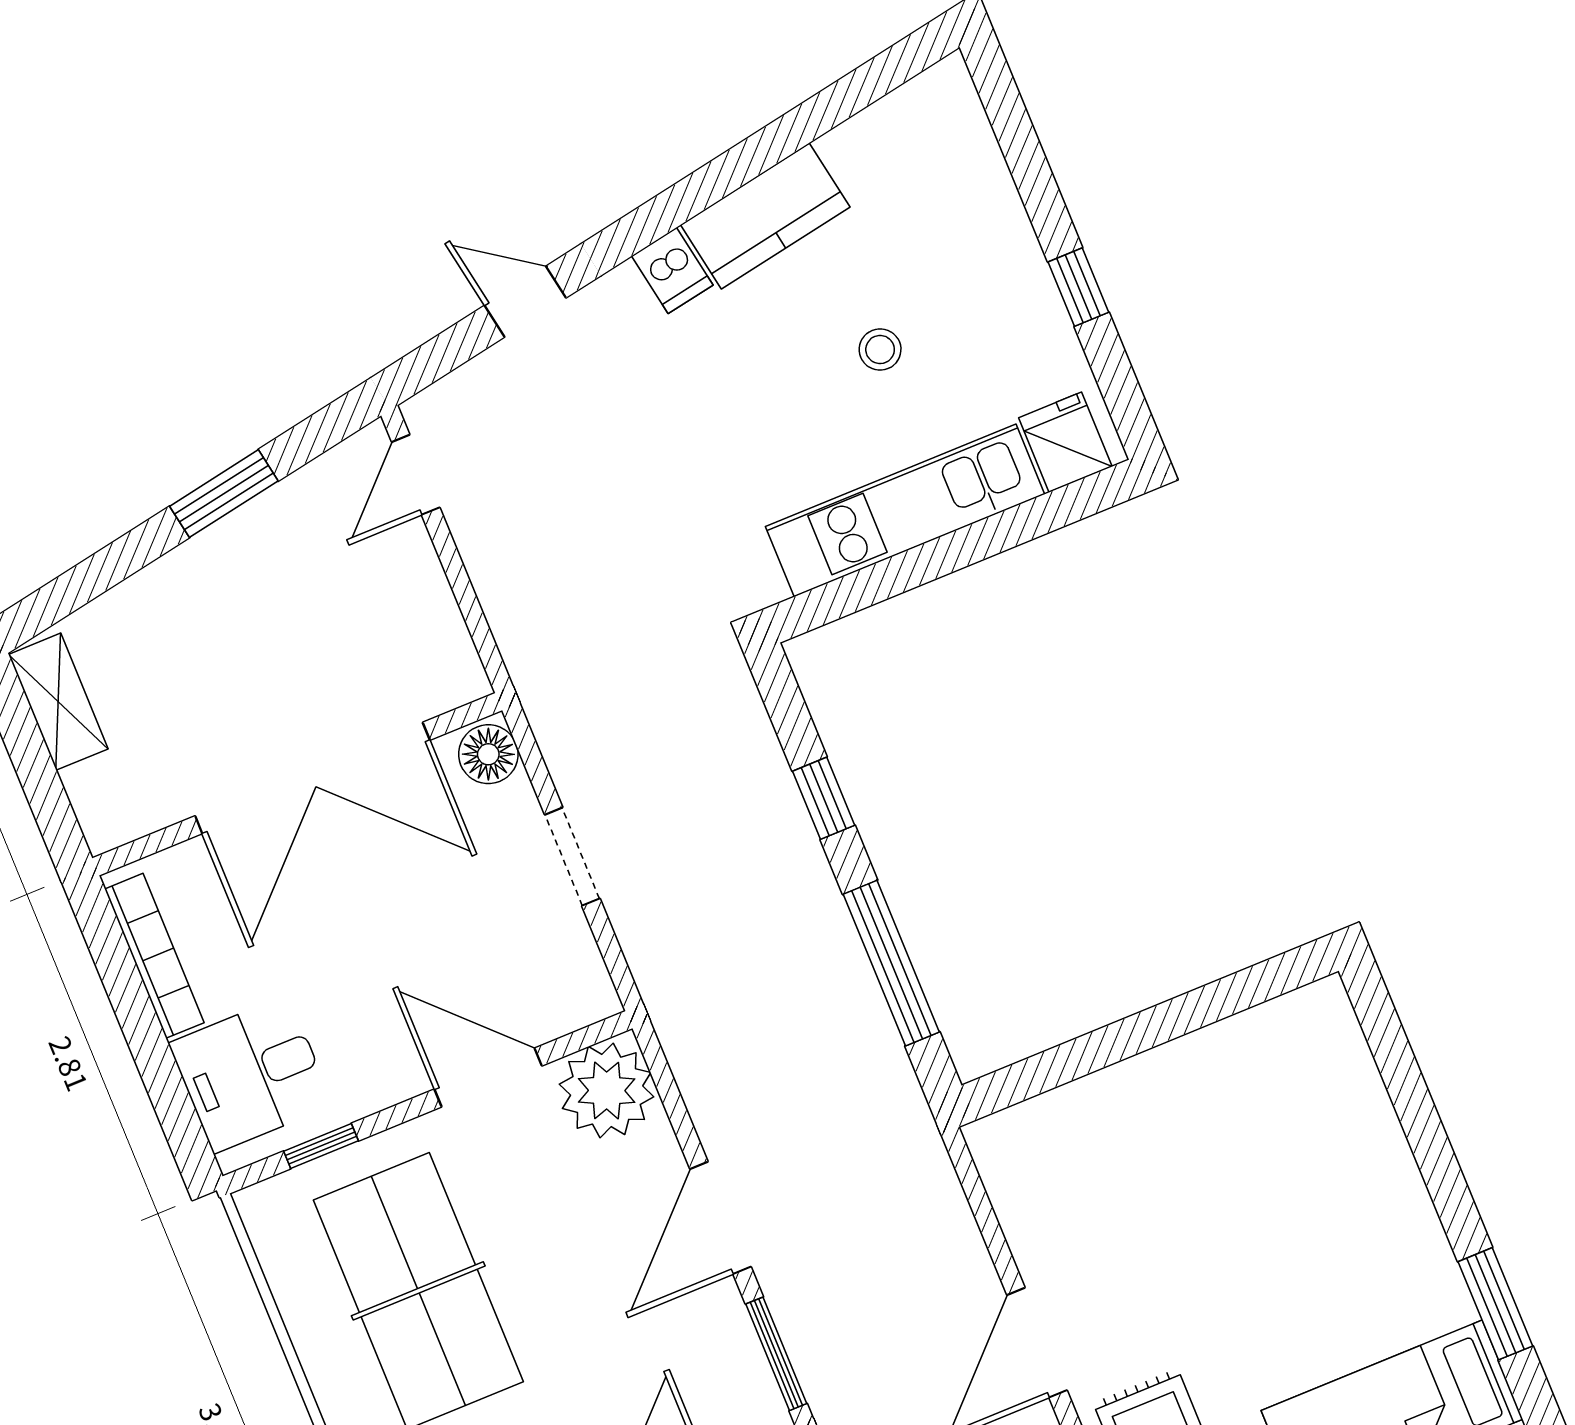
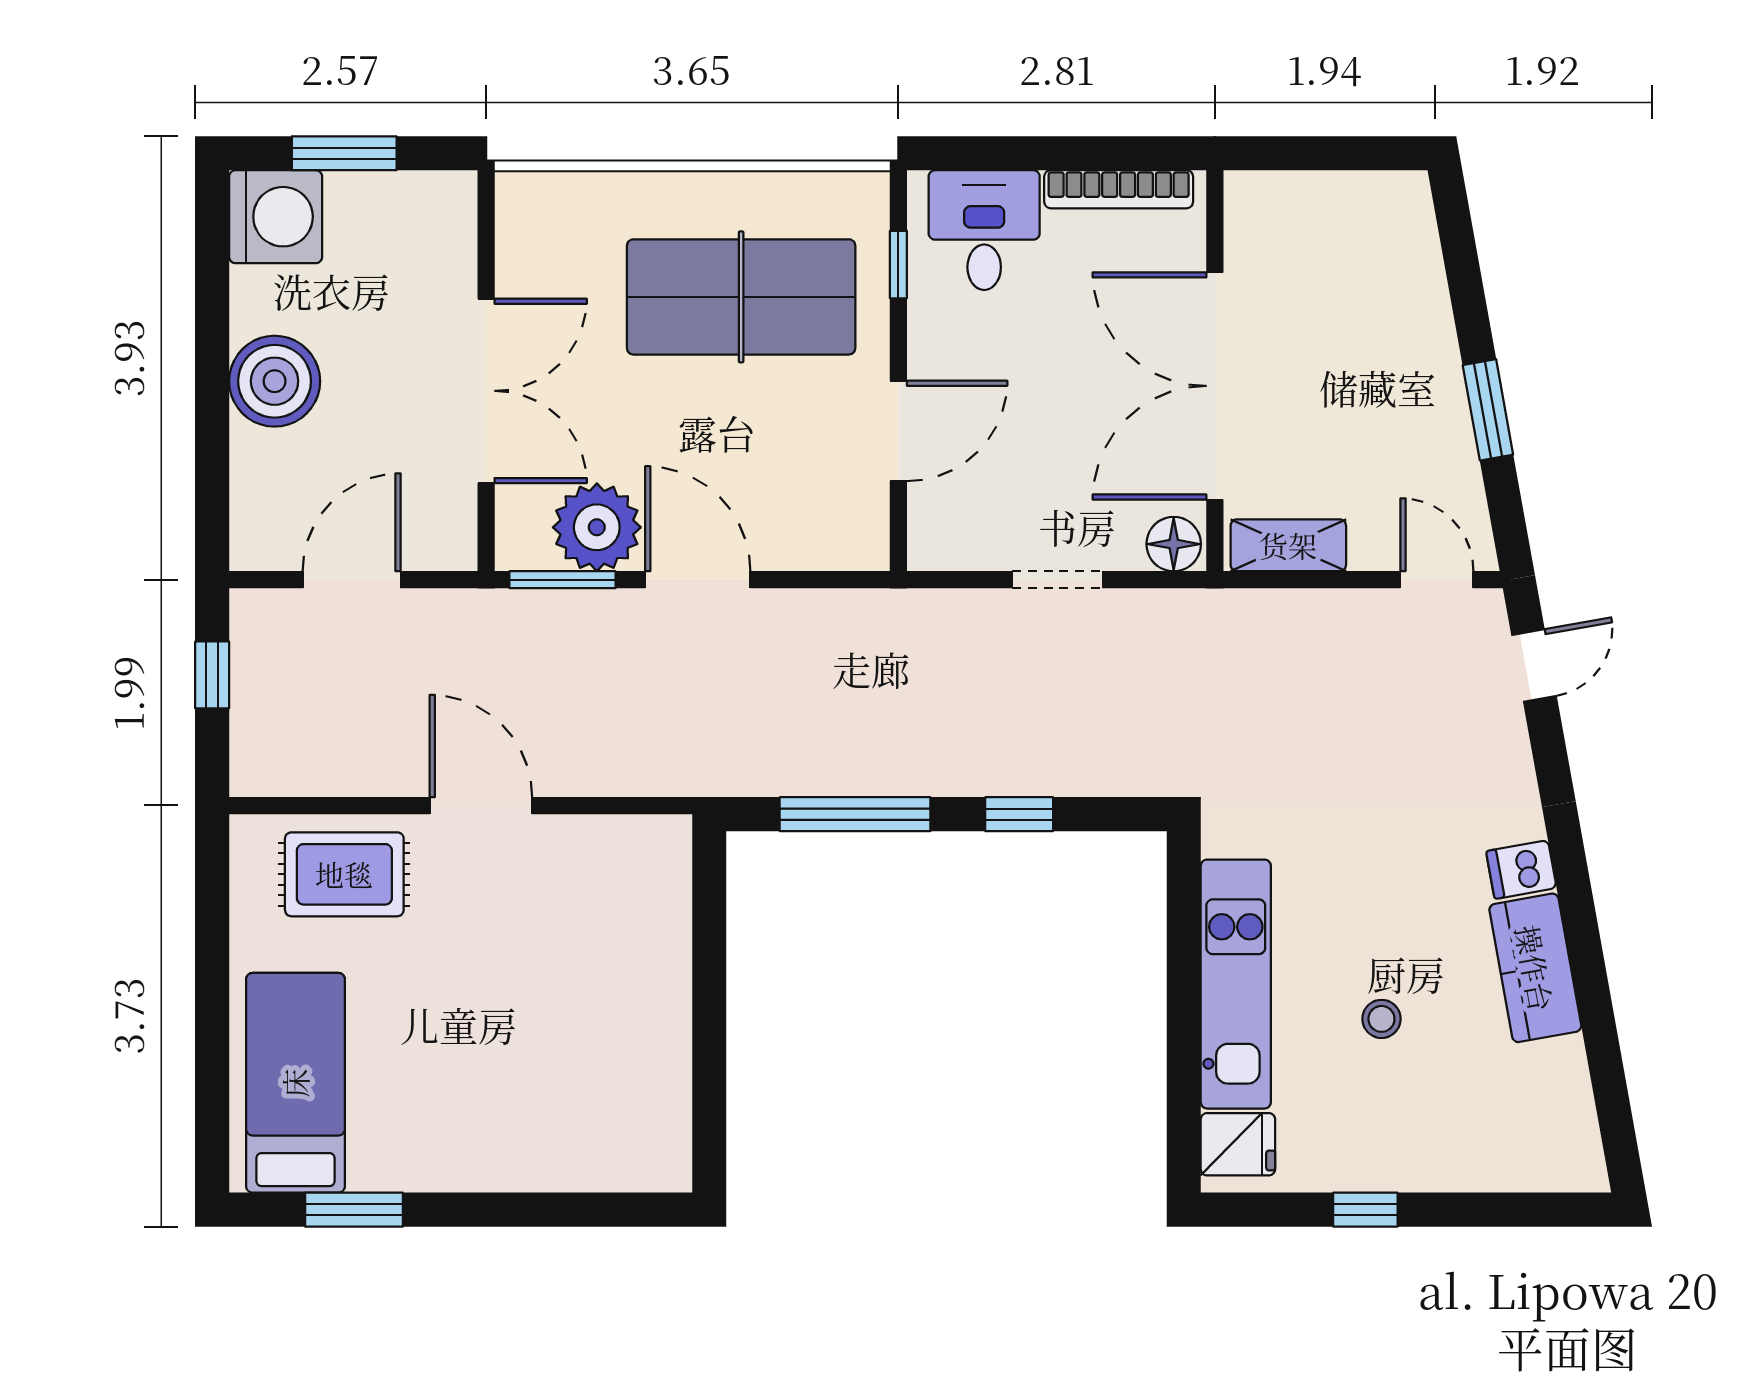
door: (525, 302) -> (1534, 666), moved
shelving: (58, 702) -> (1288, 545), moved
plant: (607, 1091) -> (597, 527), moved

